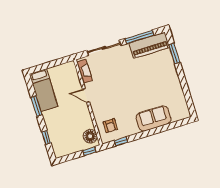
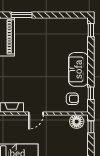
sofa: (153, 118) -> (78, 69), moved
window: (180, 123) -> (91, 30), added

